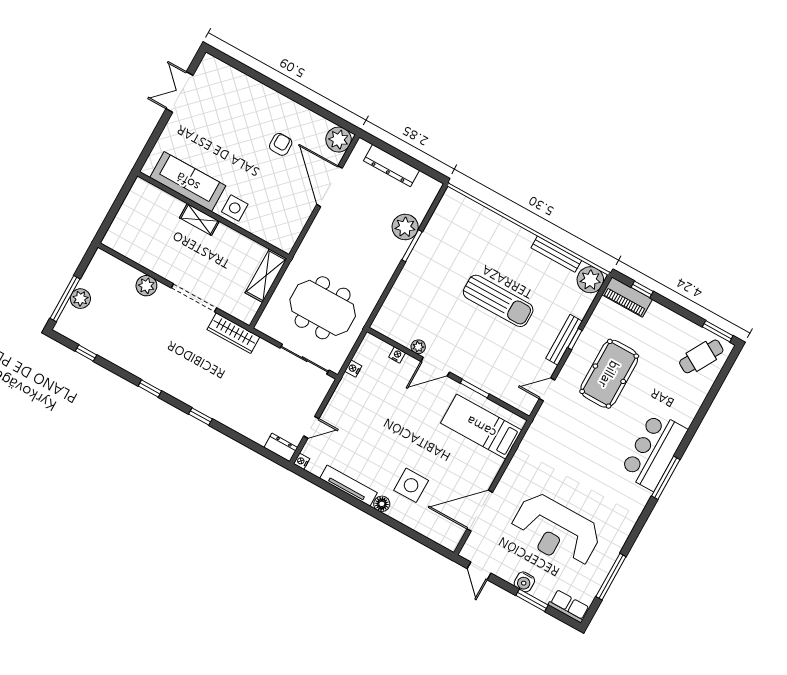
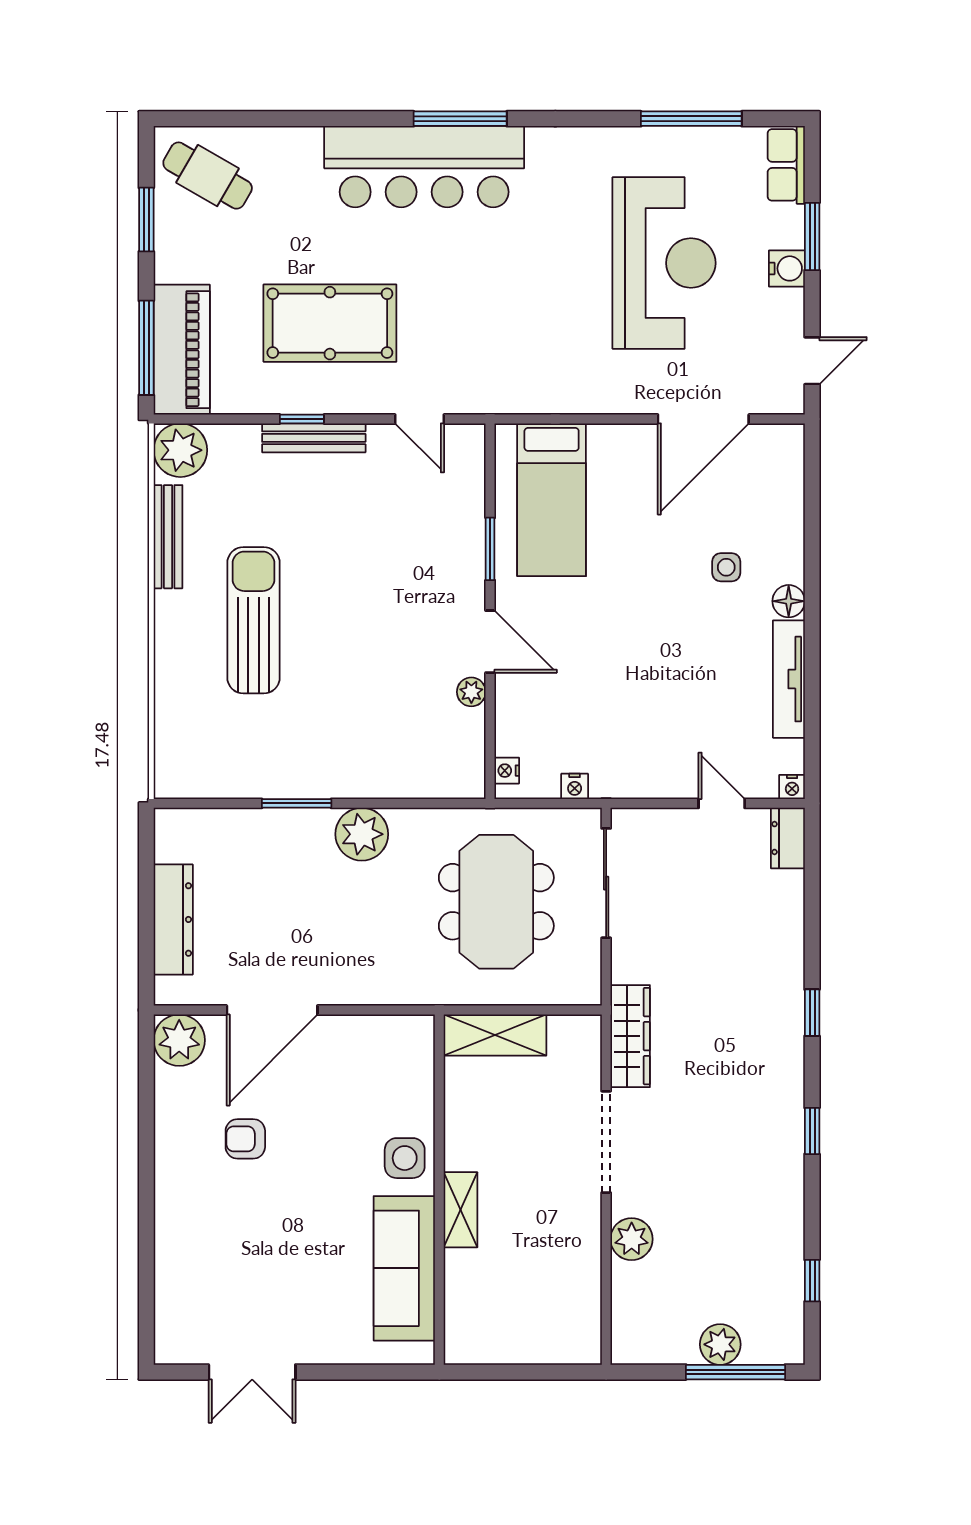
plant: (405, 227) -> (362, 834), moved
window: (642, 289) -> (146, 348), width x2.17
piano: (627, 297) -> (182, 350), width x1.37, depth x1.33
sun lounger: (498, 301) -> (254, 620), moved
window: (718, 331) -> (146, 220), moved
nightstand: (397, 355) -> (507, 771), moved
bar counter: (654, 451) -> (424, 167), width x1.36
side table: (411, 485) -> (726, 567), width x0.54, depth x0.54
door: (480, 511) -> (703, 419), hinge flipped

